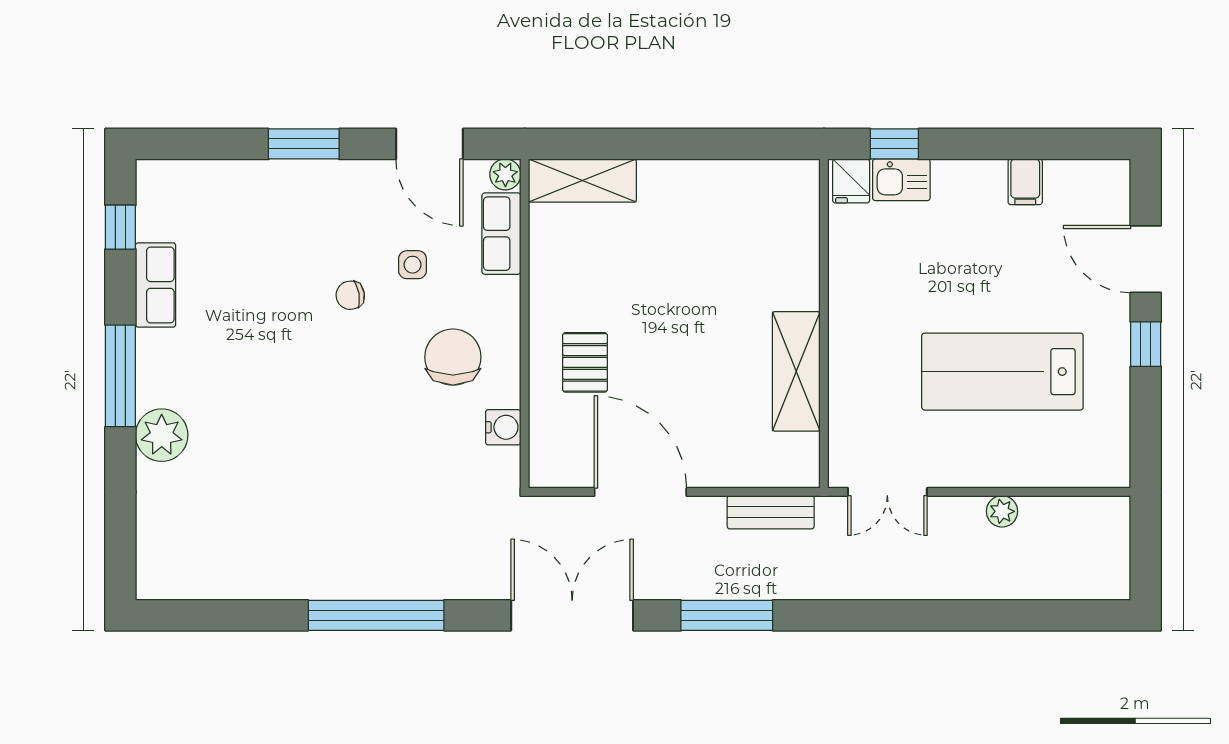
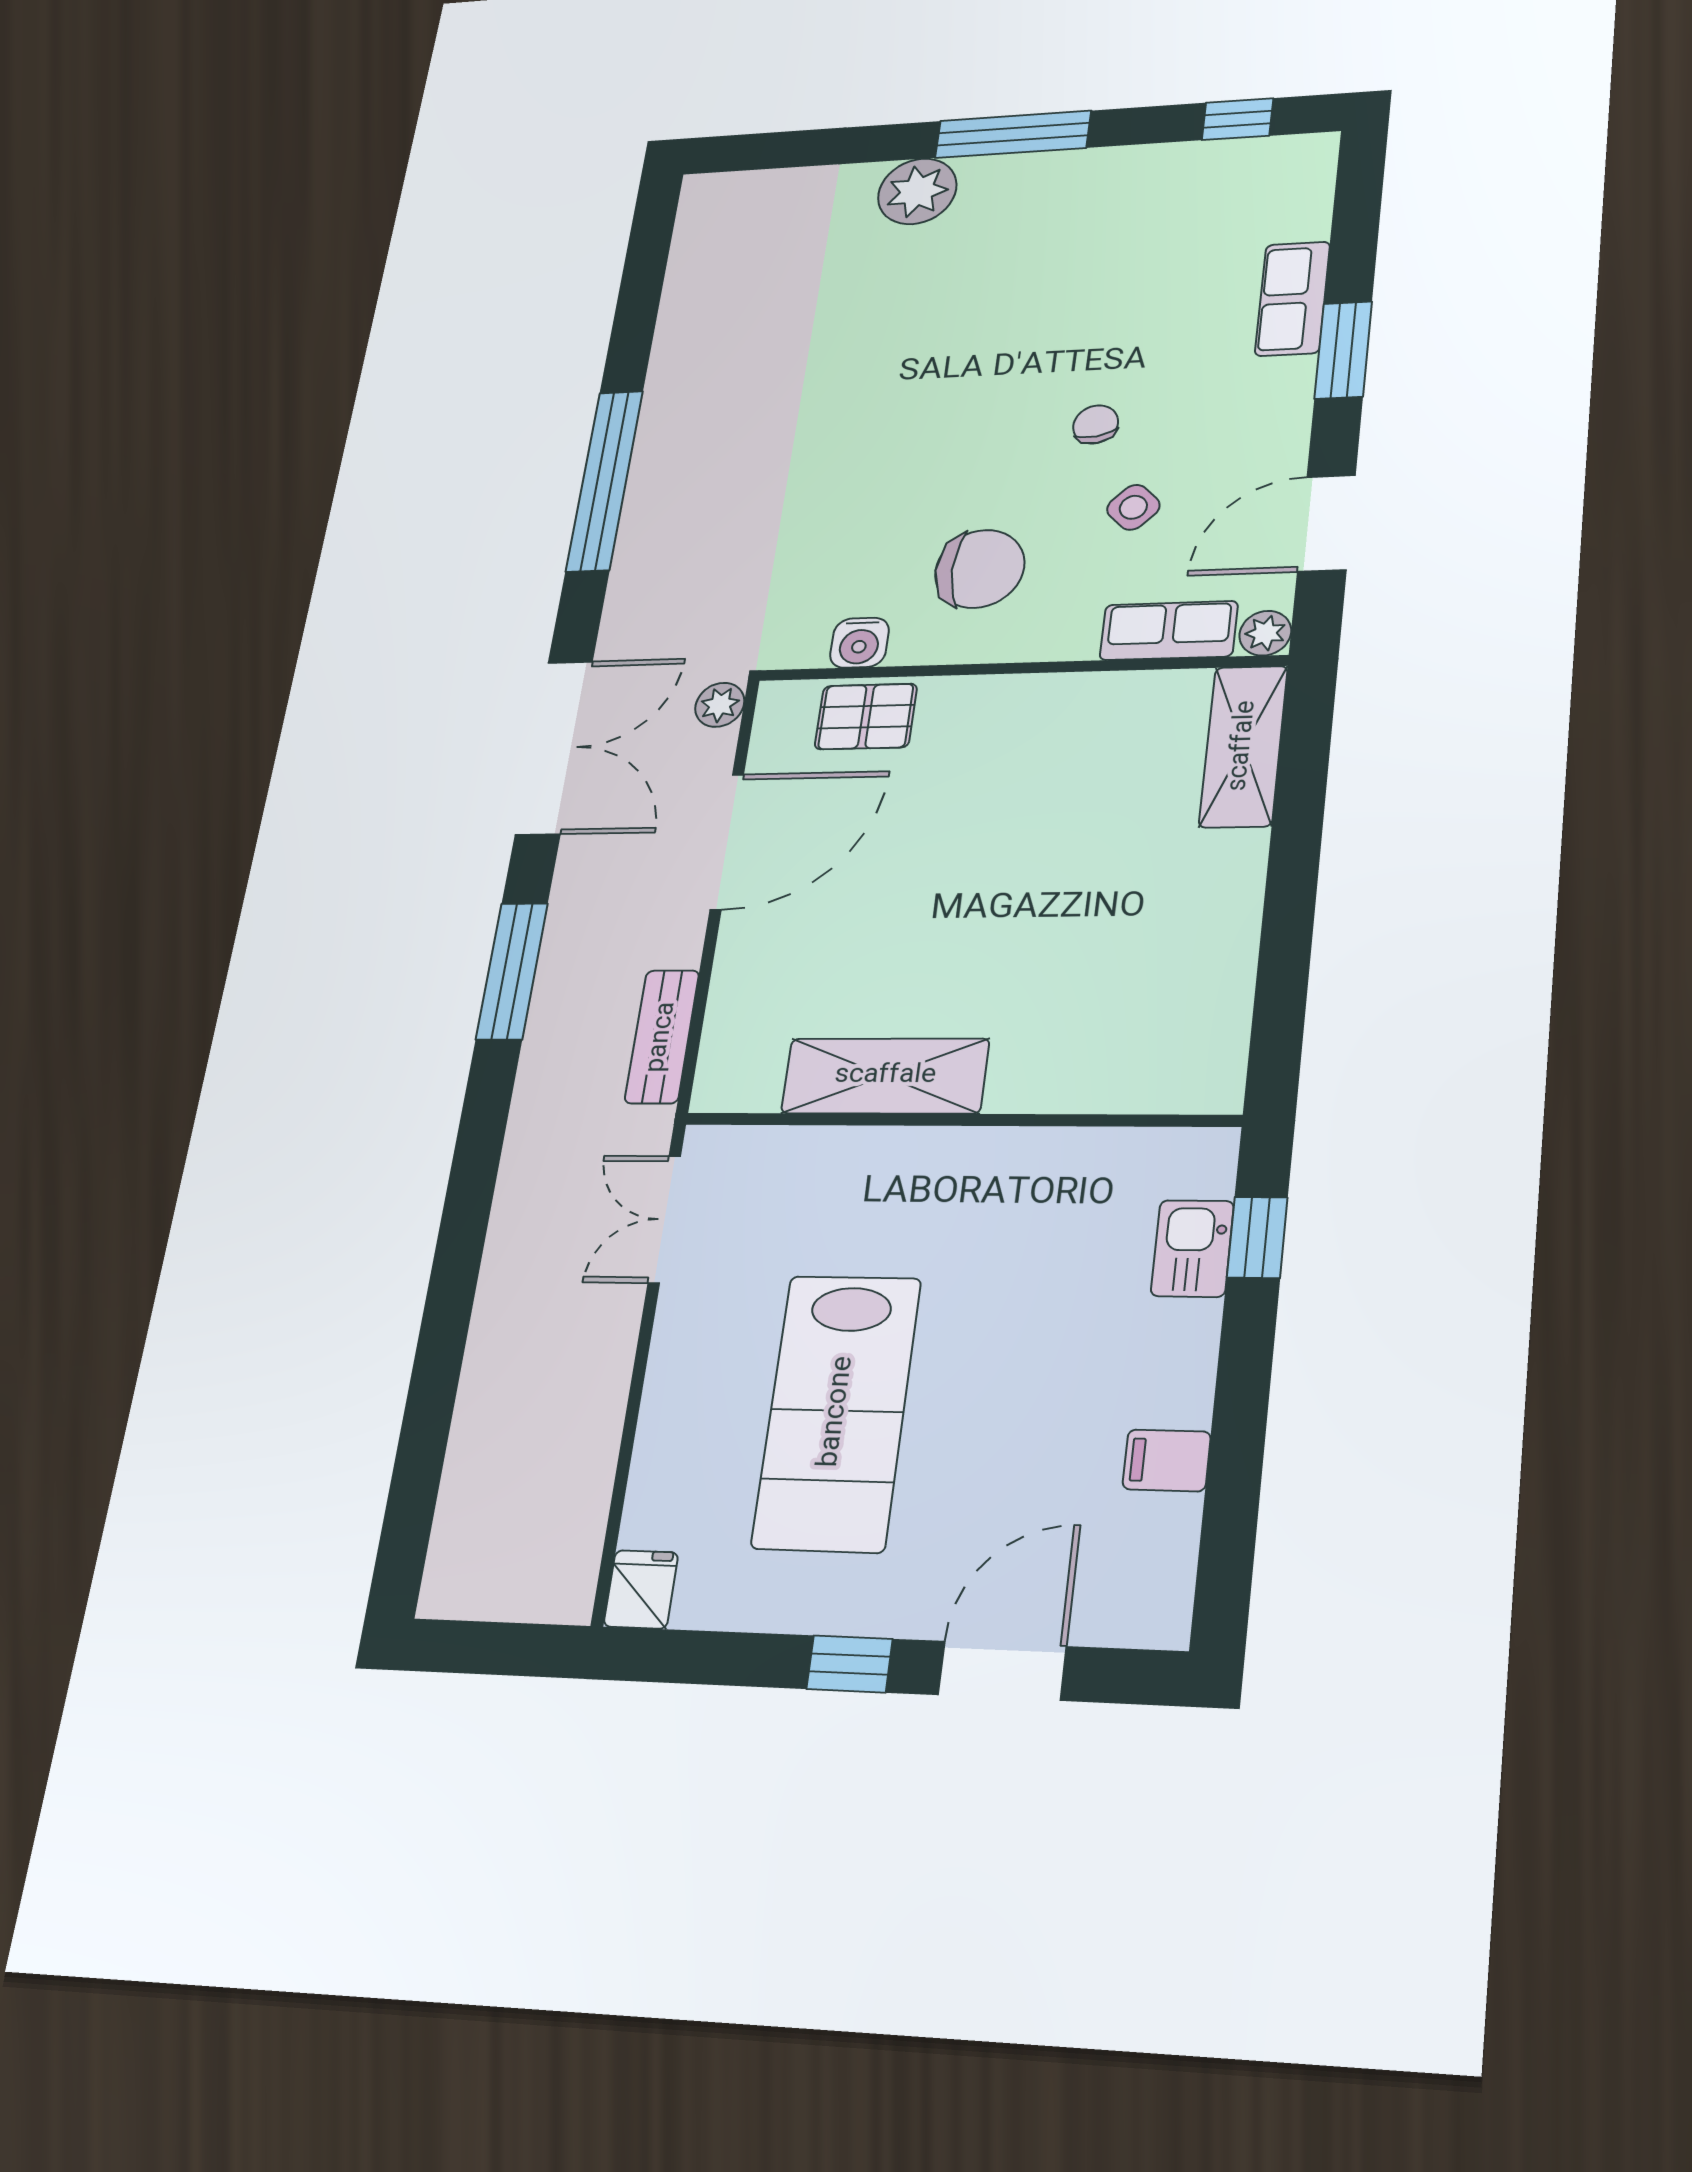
fridge: (851, 181) -> (641, 1589), moved, turned 90
side table: (413, 265) -> (1133, 507), turned 45
row of seats: (156, 285) -> (1293, 299), moved, turned 90
pallet: (585, 362) -> (866, 717), moved
lab bench: (1002, 372) -> (837, 1412), turned 180
plant: (1002, 511) -> (720, 705), moved

